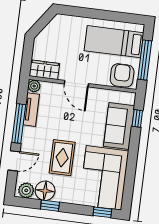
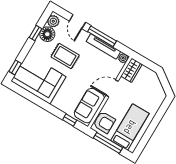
tv unit: (31, 110) -> (103, 46), width x1.41
sofa: (119, 126) -> (89, 106), moved, turned -90

